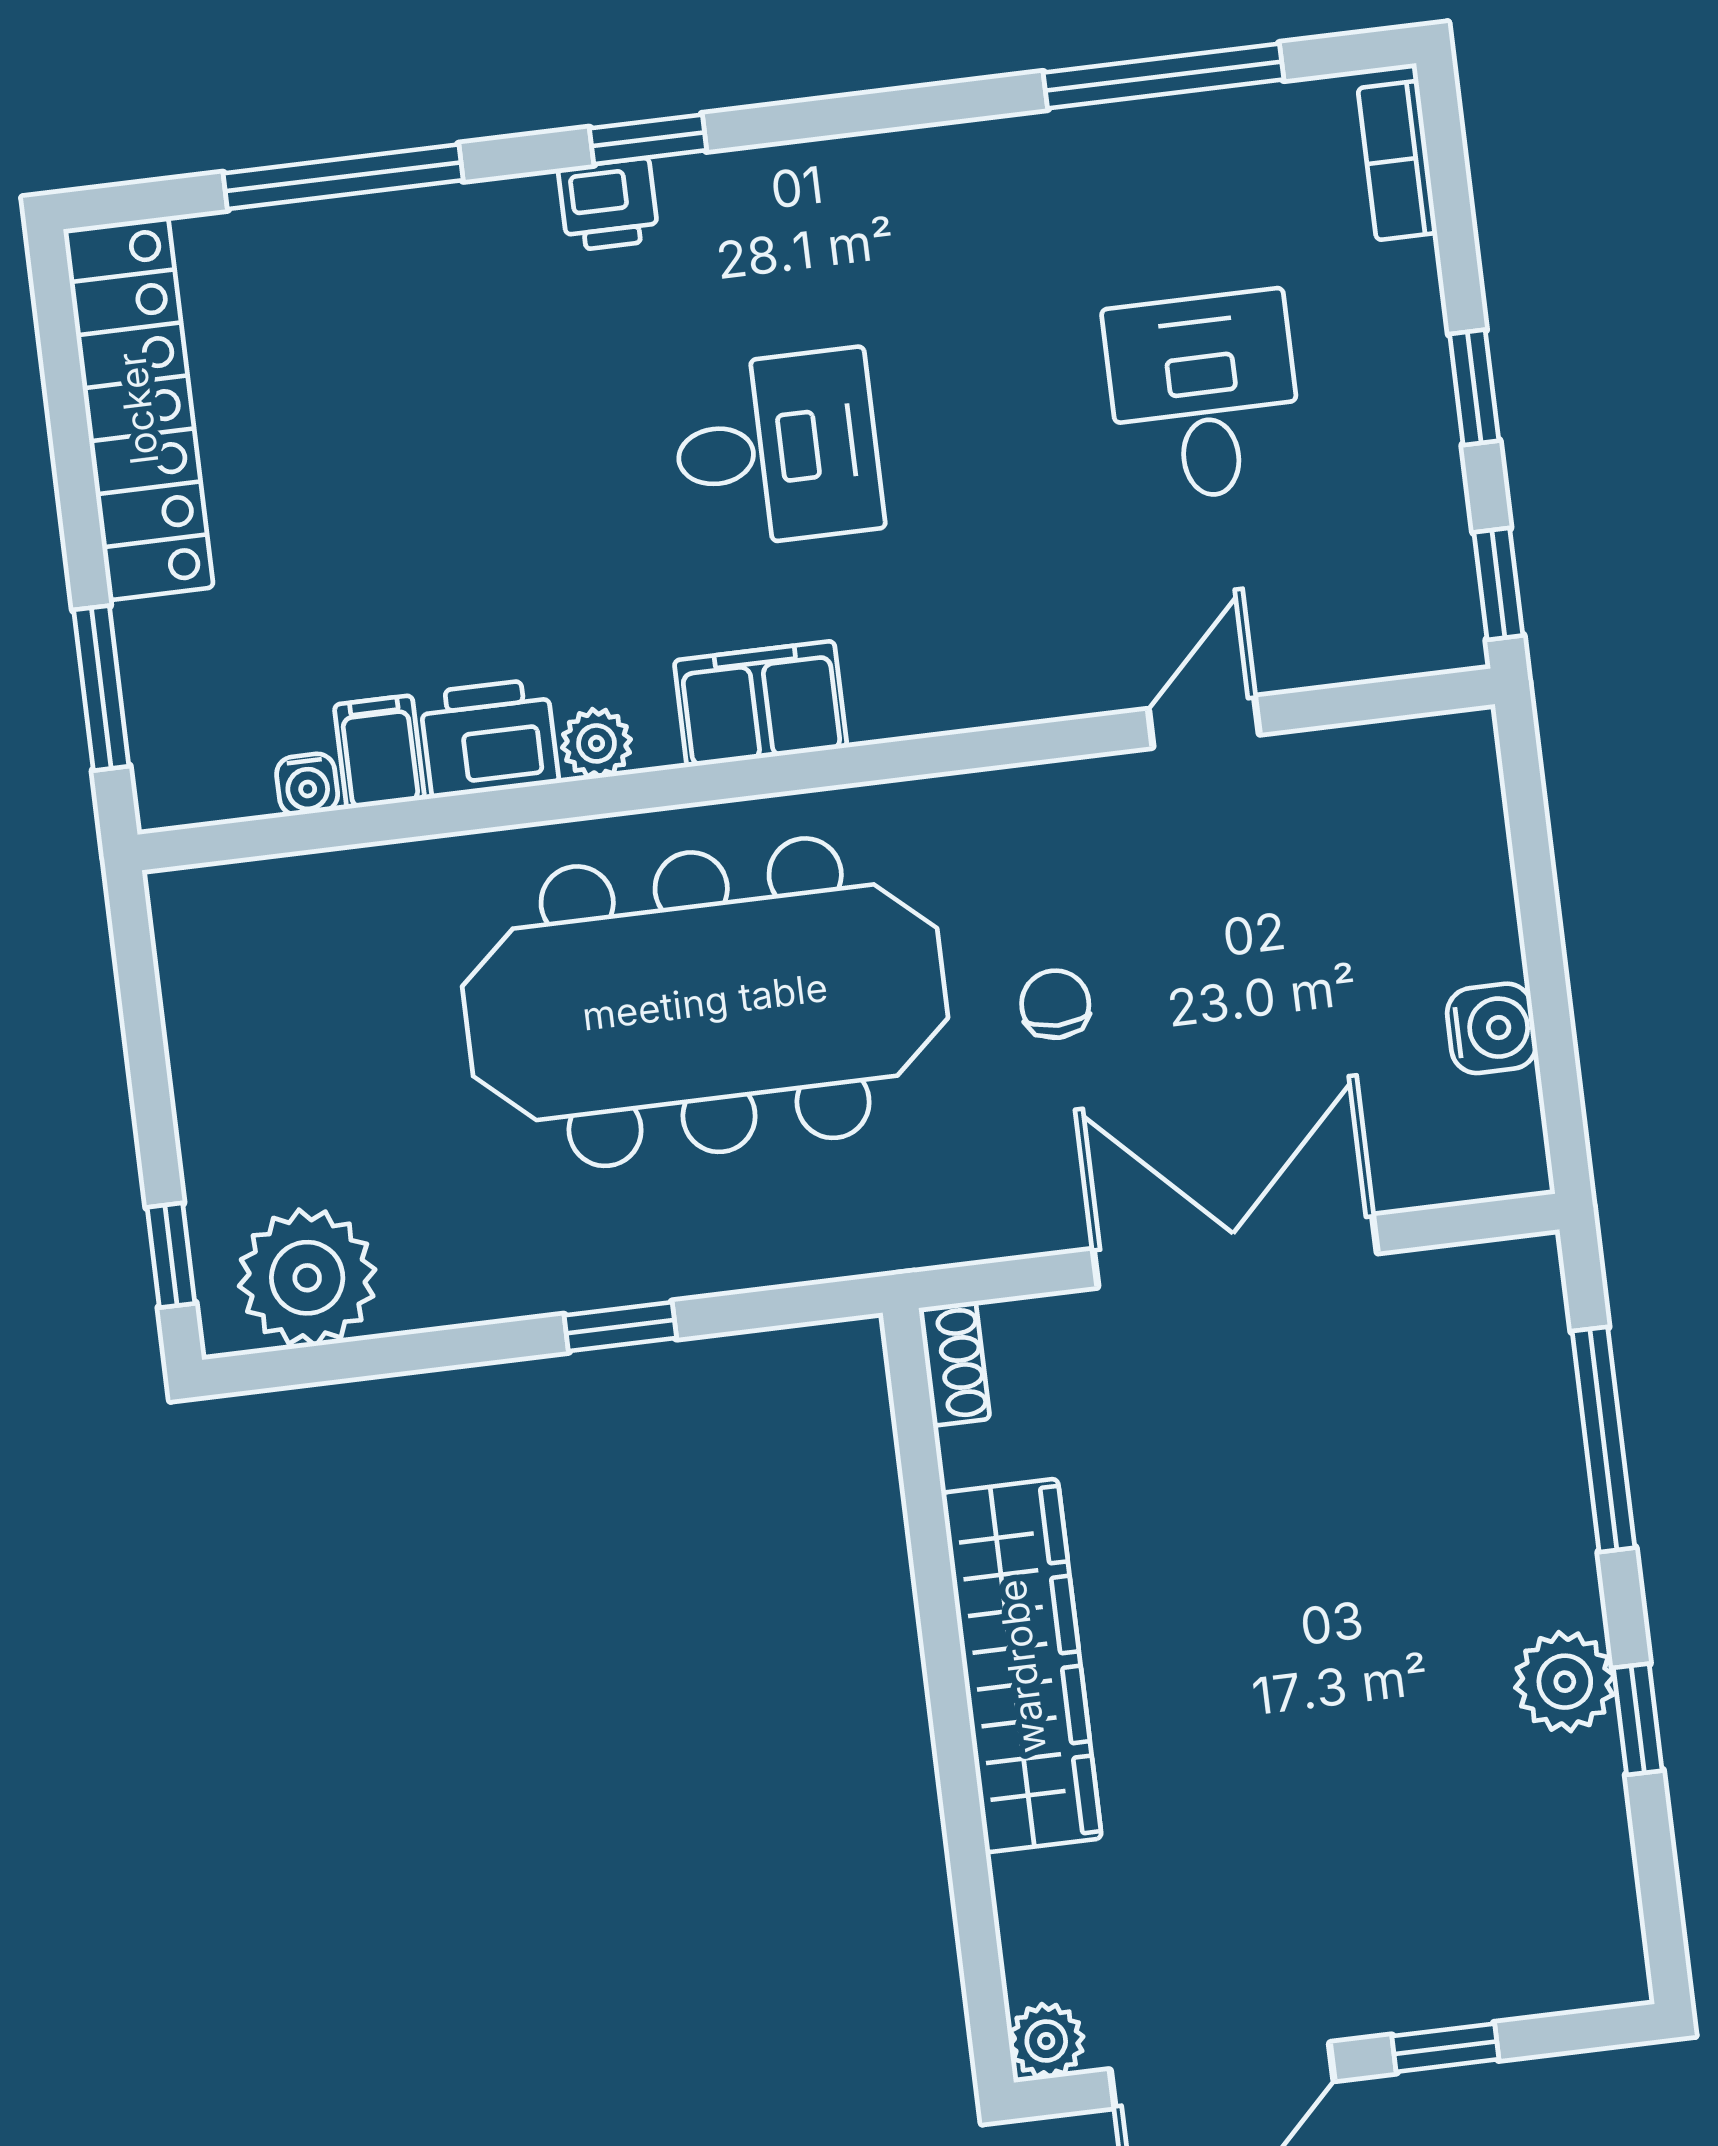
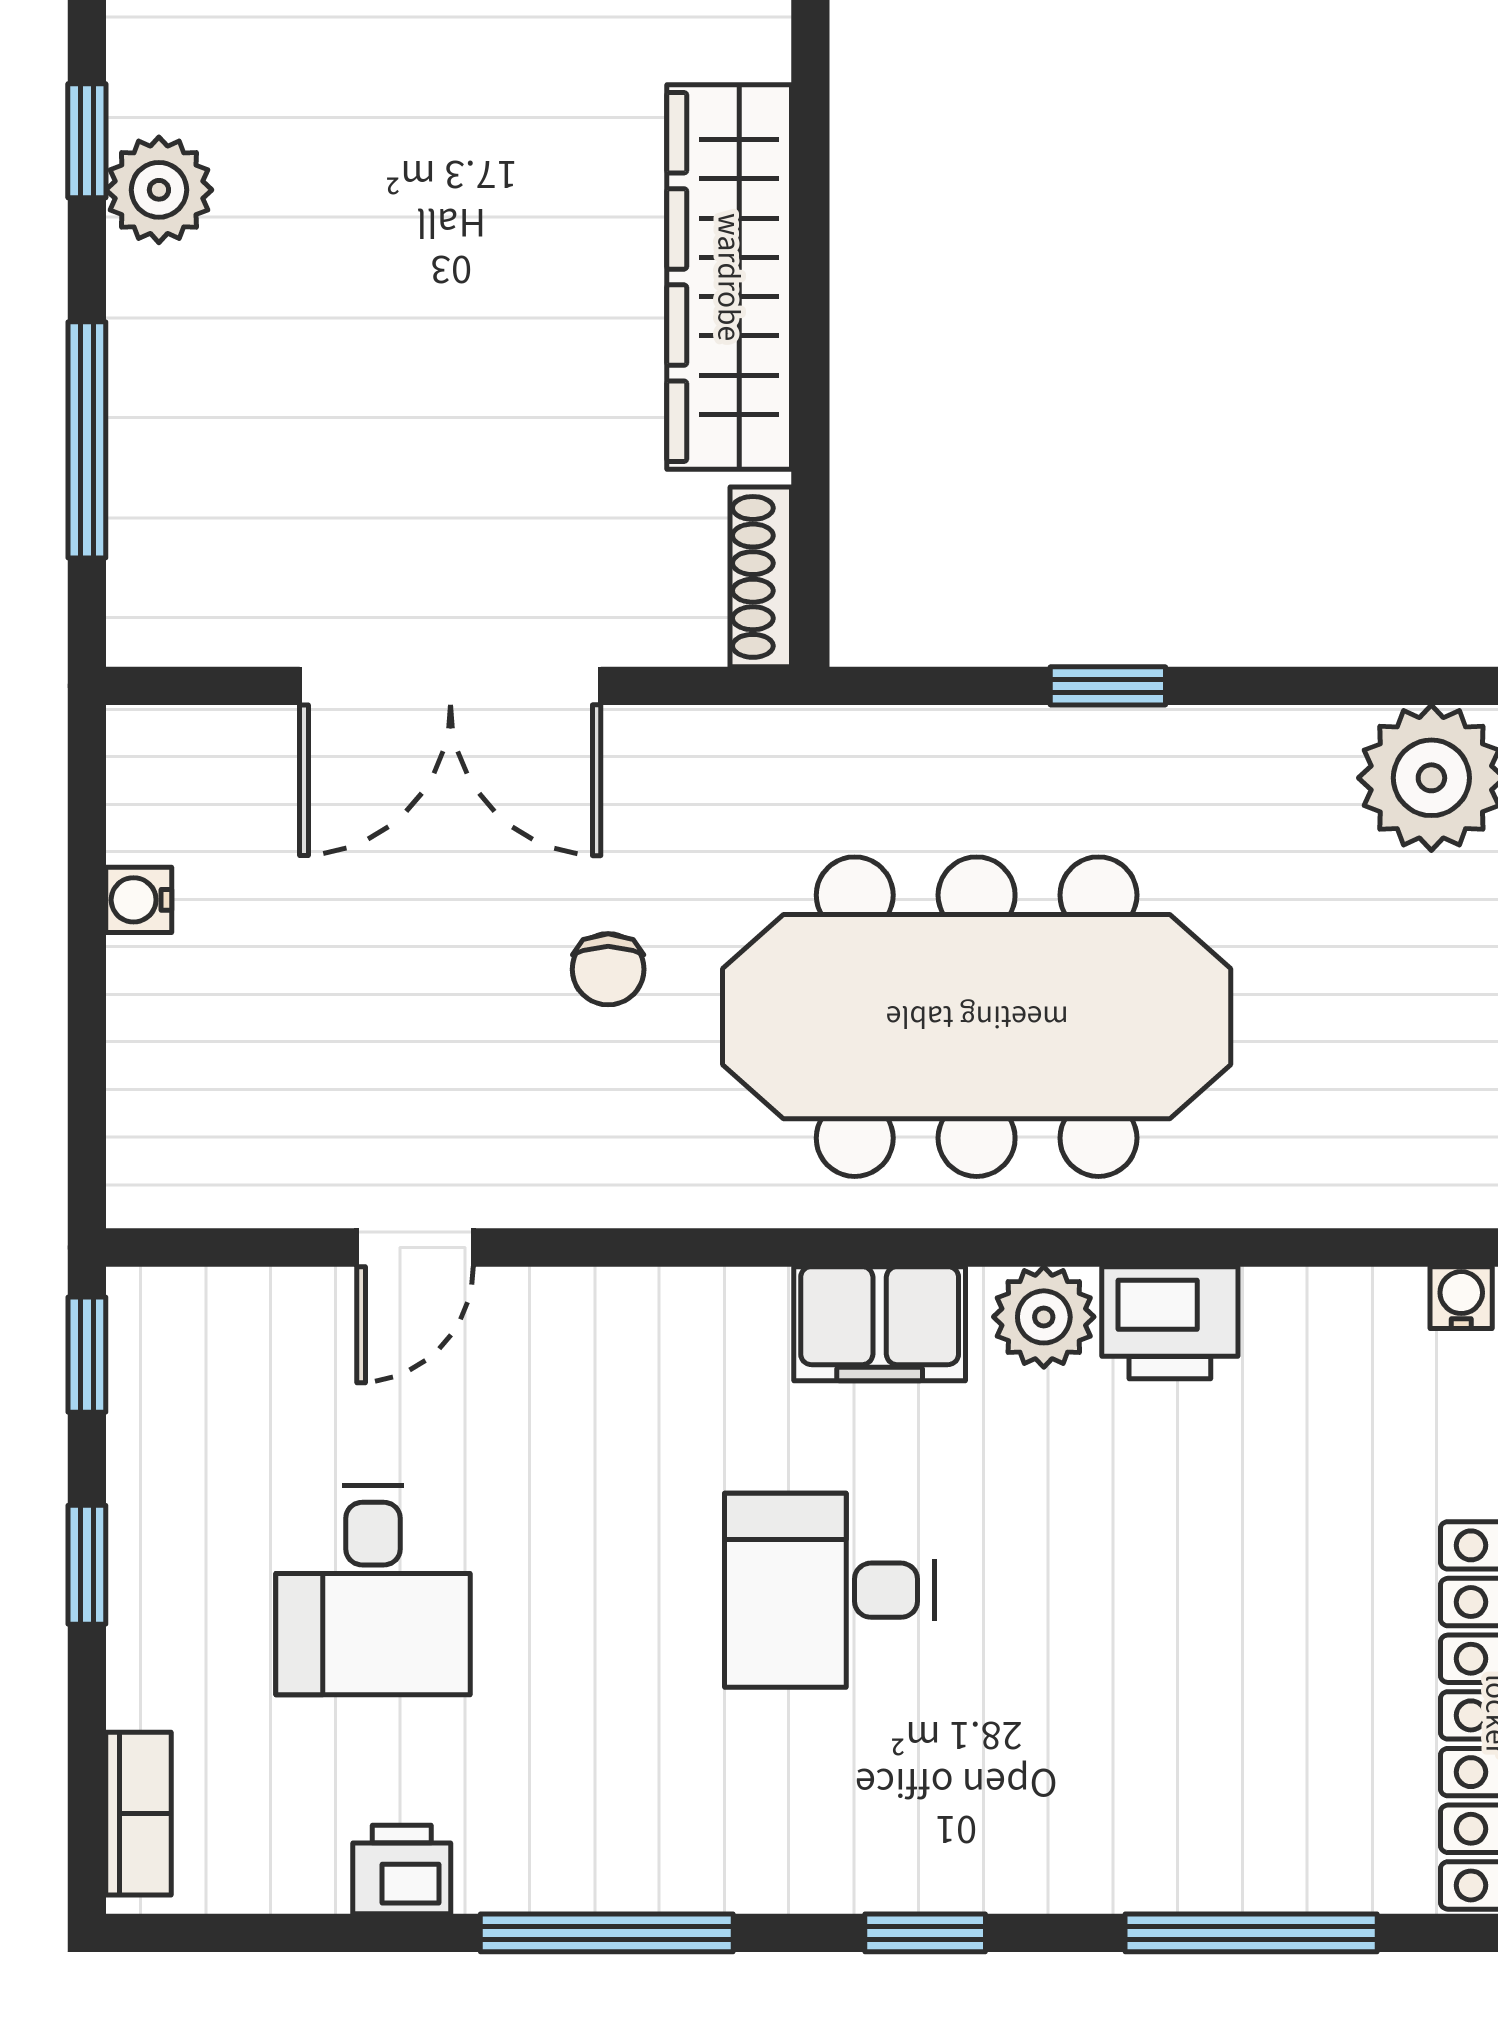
window: (1164, 76) -> (607, 1933), moved
printer: (608, 204) -> (402, 1869), moved
plant: (597, 743) -> (1044, 1317), width x1.38, depth x1.38
filing cabinet: (379, 752) -> (1287, 1322), removed
water cooler: (307, 784) -> (1461, 1298), moved
water cooler: (1492, 1028) -> (139, 900), width x0.72, depth x0.72
shoe rack: (954, 1363) -> (761, 577), width x1.43

